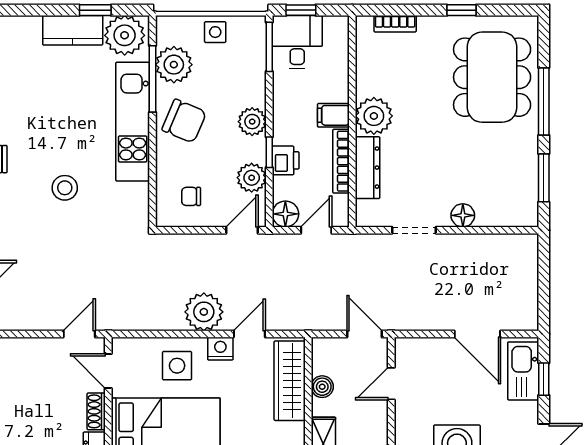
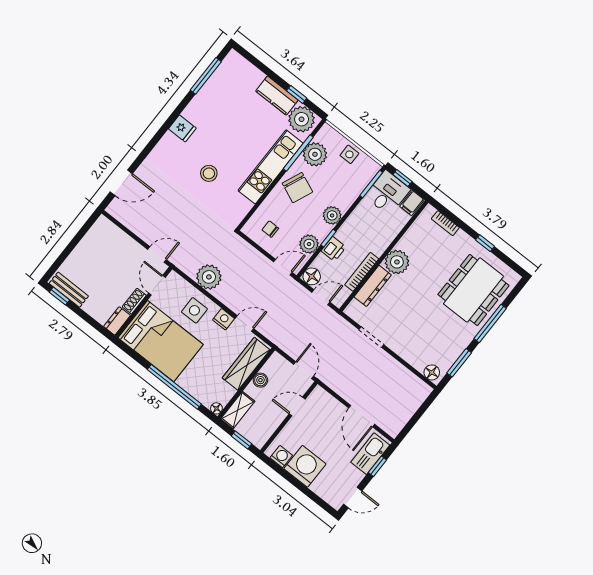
filing cabinet: (333, 115) -> (412, 203), moved, turned -90
floor lamp: (463, 215) -> (432, 372), moved
plant: (204, 312) -> (209, 277), moved

